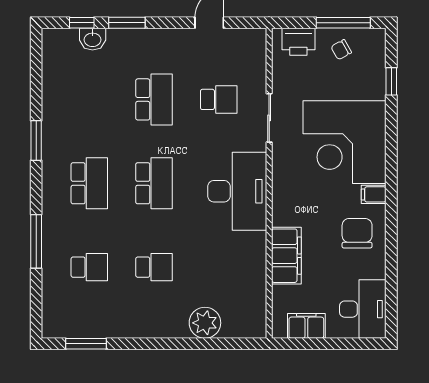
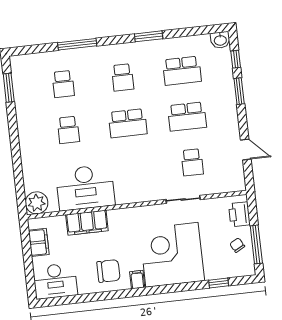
washbasin: (93, 39) -> (220, 40), moved, turned -90
school desk: (89, 99) -> (182, 71), added
school desk: (89, 183) -> (123, 77), width x0.54
desk: (237, 191) -> (85, 188), moved
plant: (205, 323) -> (37, 203), moved

